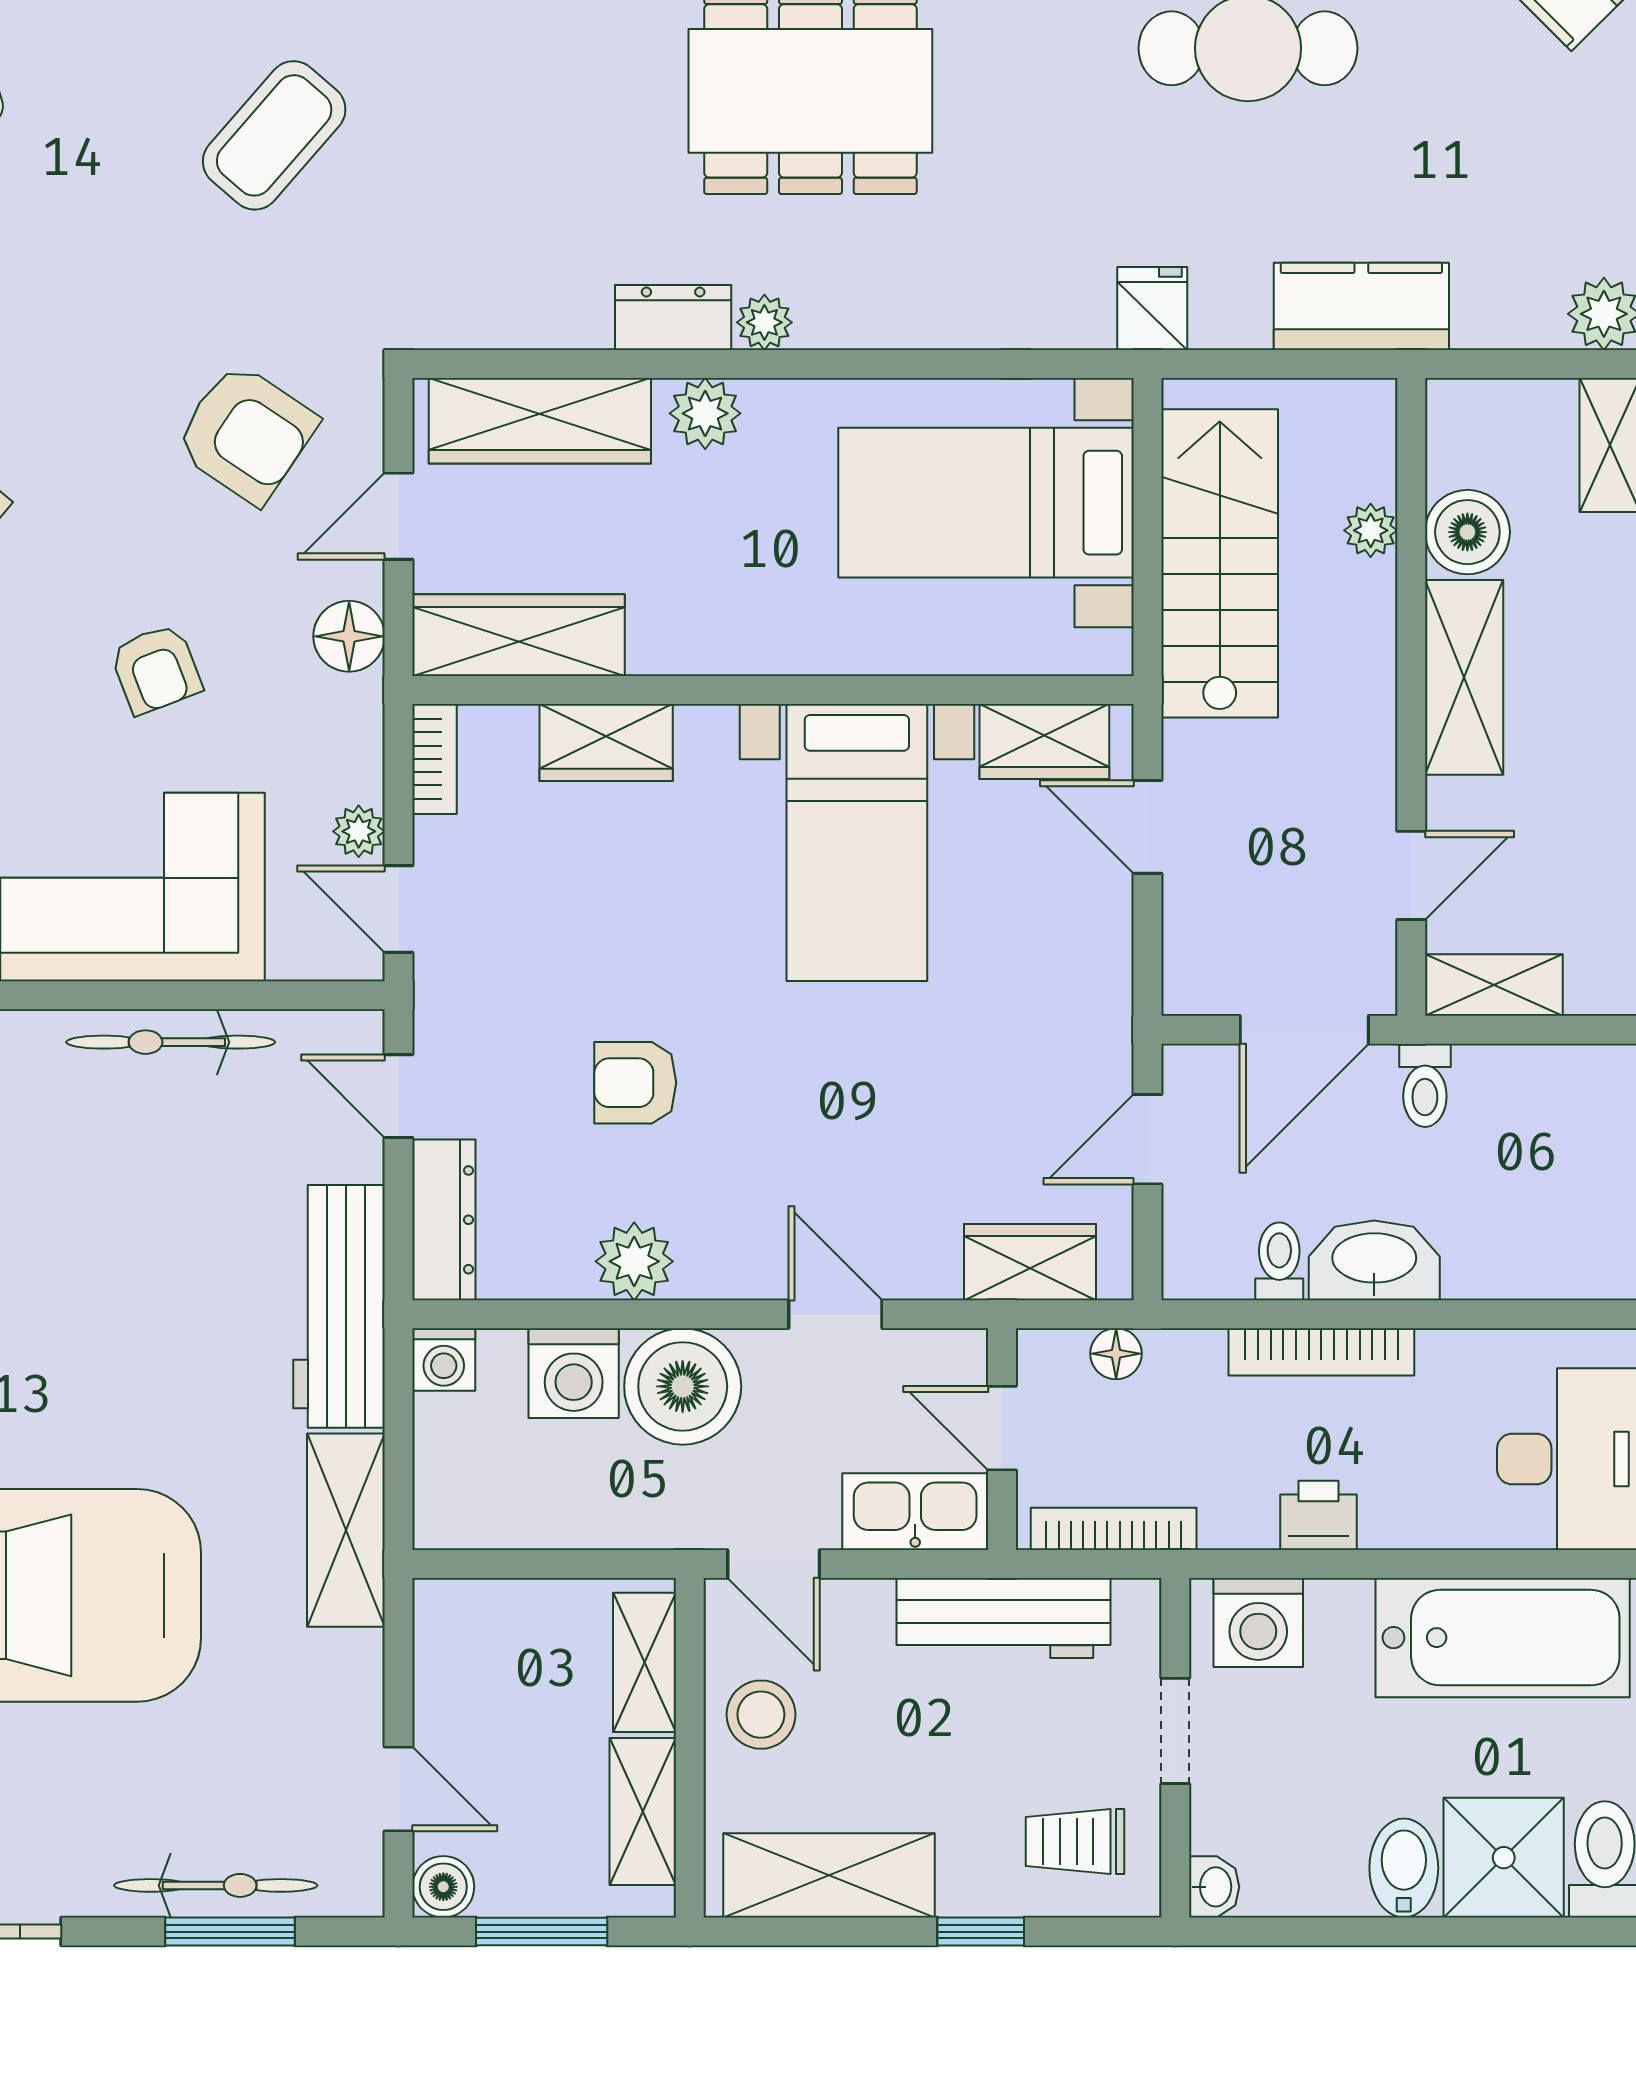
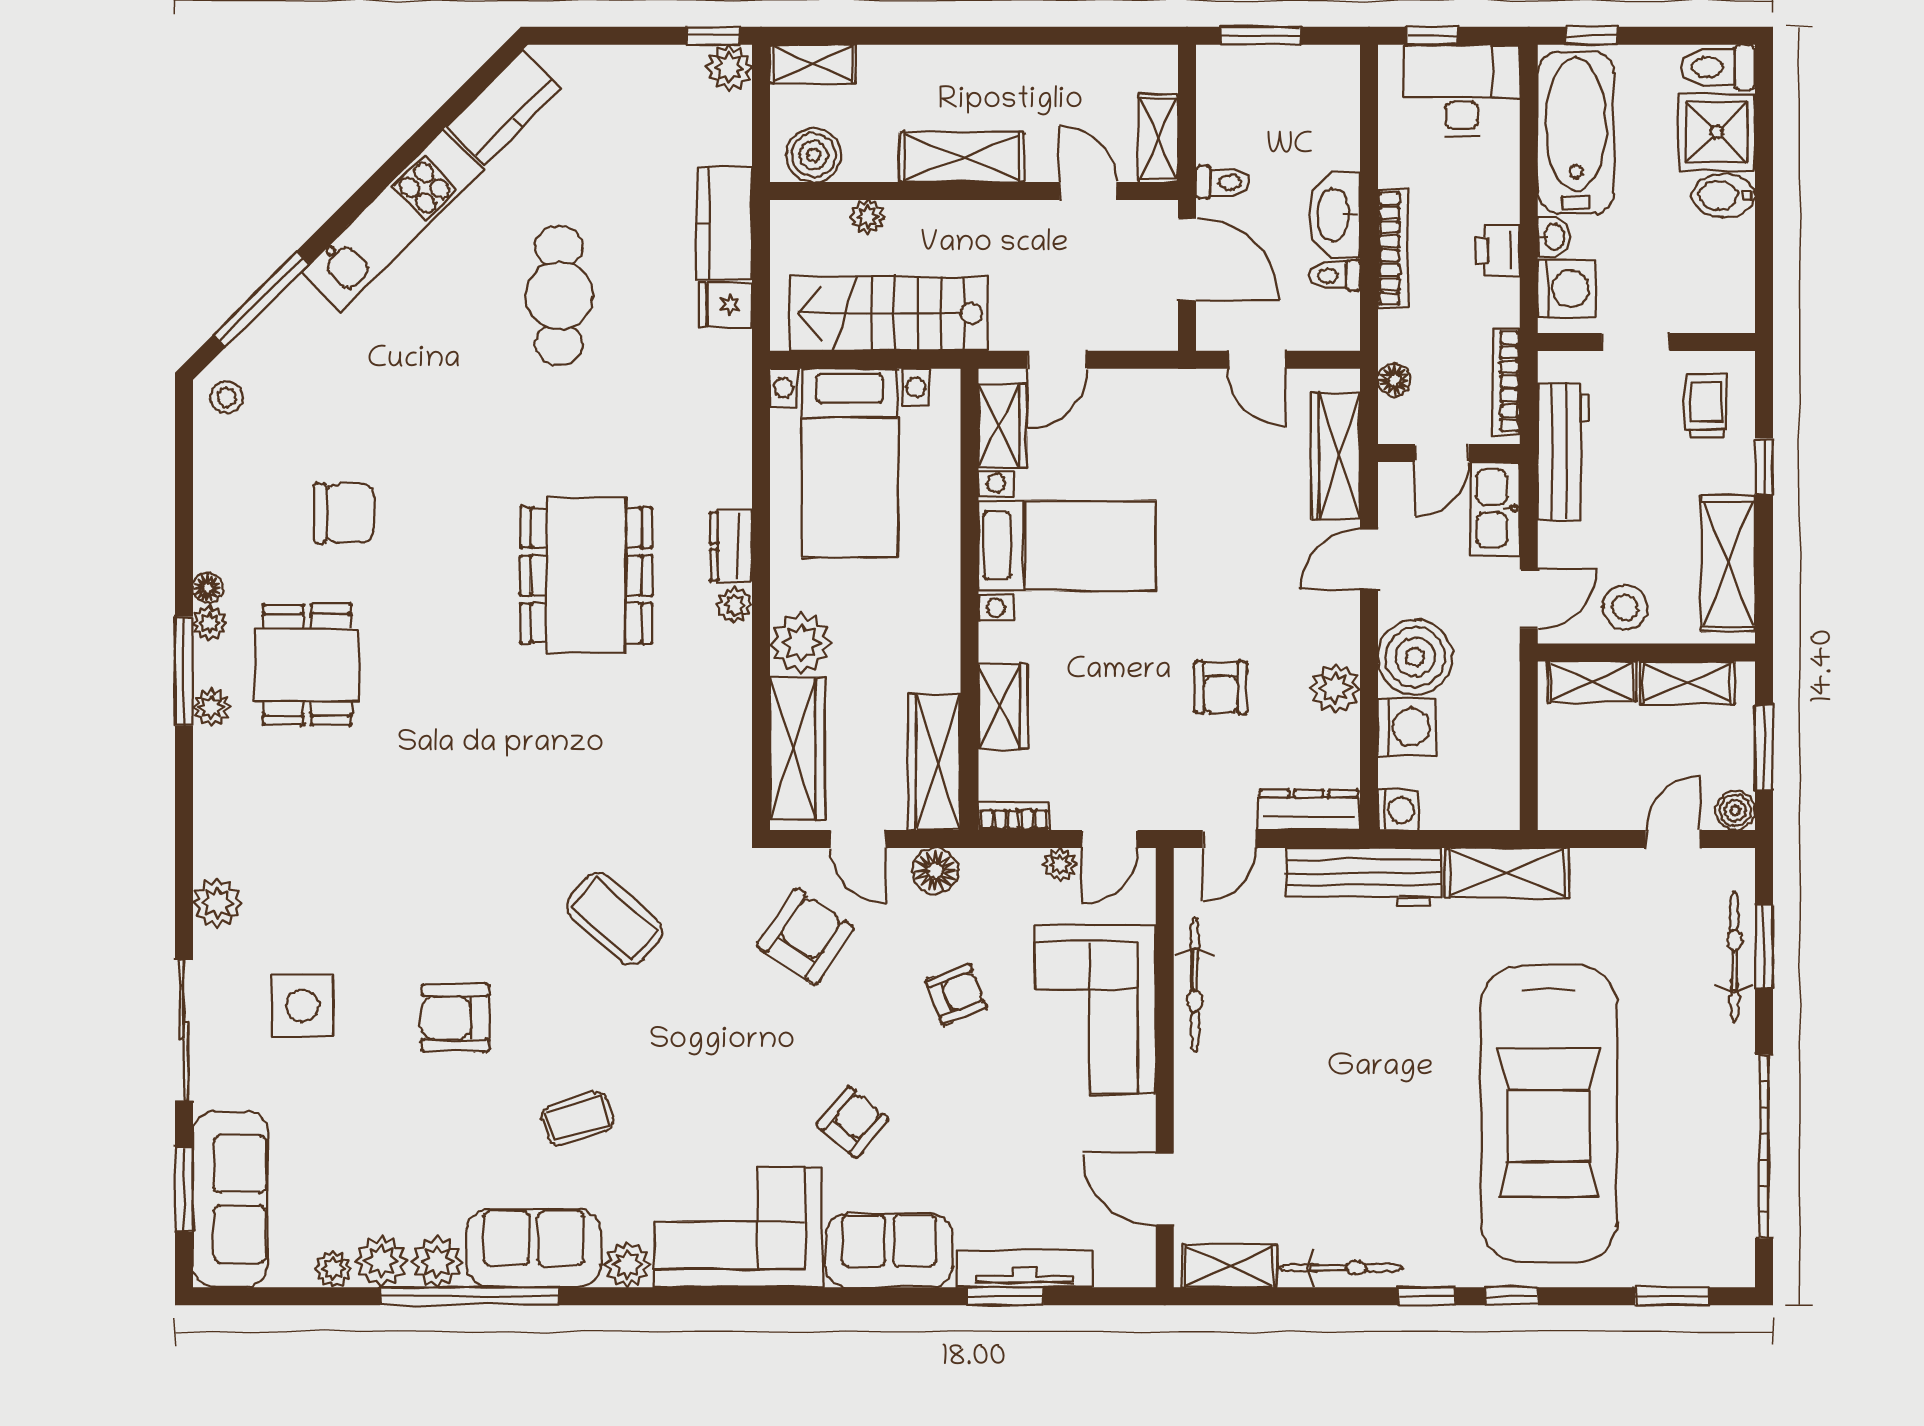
fridge: (1152, 309) -> (725, 305), moved
dresser: (673, 317) -> (731, 546), moved
plant: (705, 413) -> (801, 643), width x1.36, depth x1.36
boiler: (1467, 532) -> (814, 155), moved
wardrobe: (1030, 1262) -> (1336, 456), width x1.50
trolley: (1075, 1841) -> (1706, 406), turned 180
washbasin: (1214, 1887) -> (1554, 237), moved, turned 90

